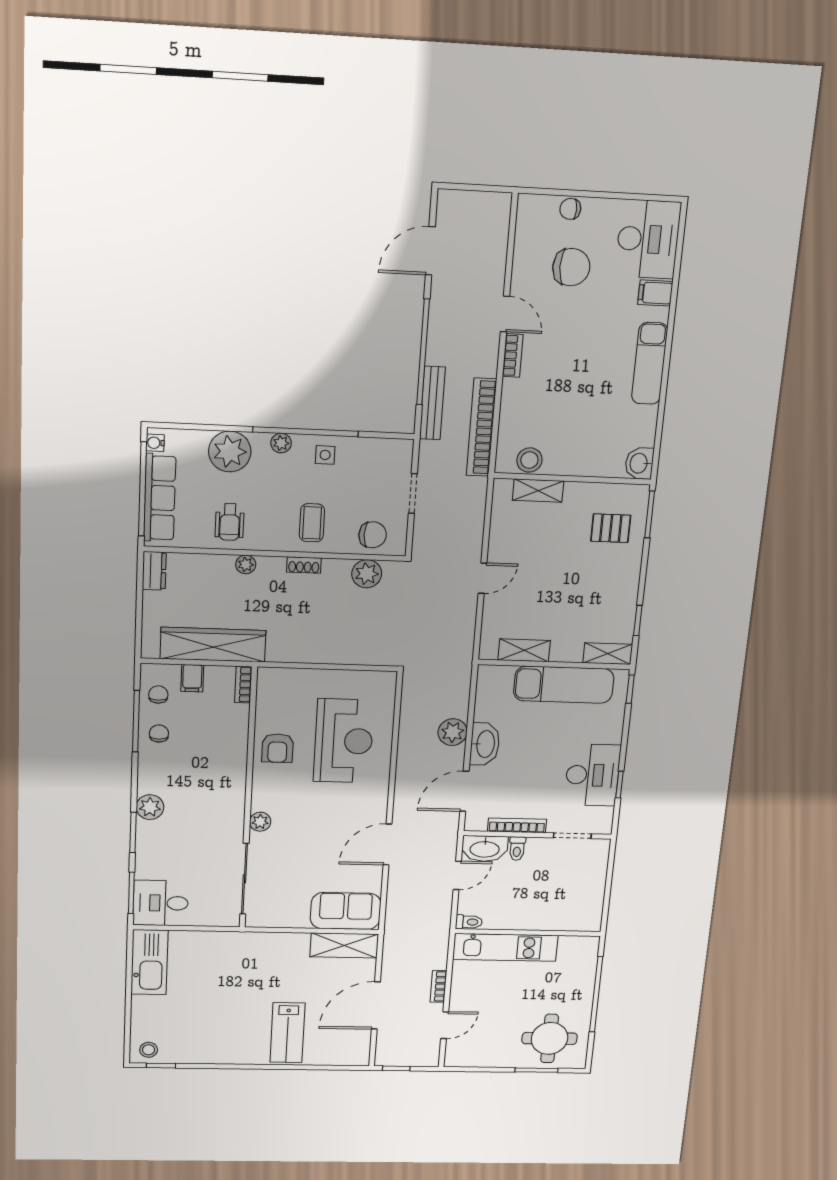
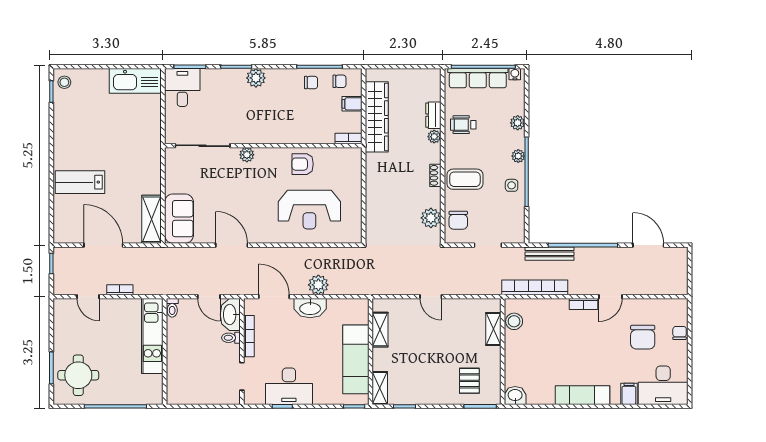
plant: (230, 452) -> (518, 123), width x0.53, depth x0.53
coffee table: (312, 523) -> (465, 179), width x1.36, depth x1.30
dresser: (154, 571) -> (433, 115), moved, turned 90

